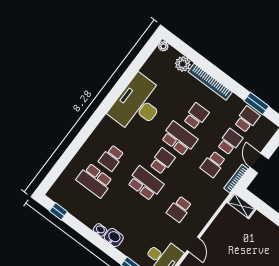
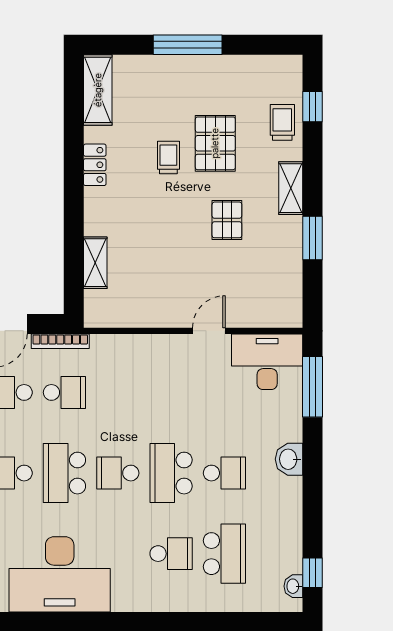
shelving: (241, 206) -> (95, 263), moved
school desk: (179, 209) -> (224, 473), moved
washbasin: (100, 230) -> (293, 586), moved

